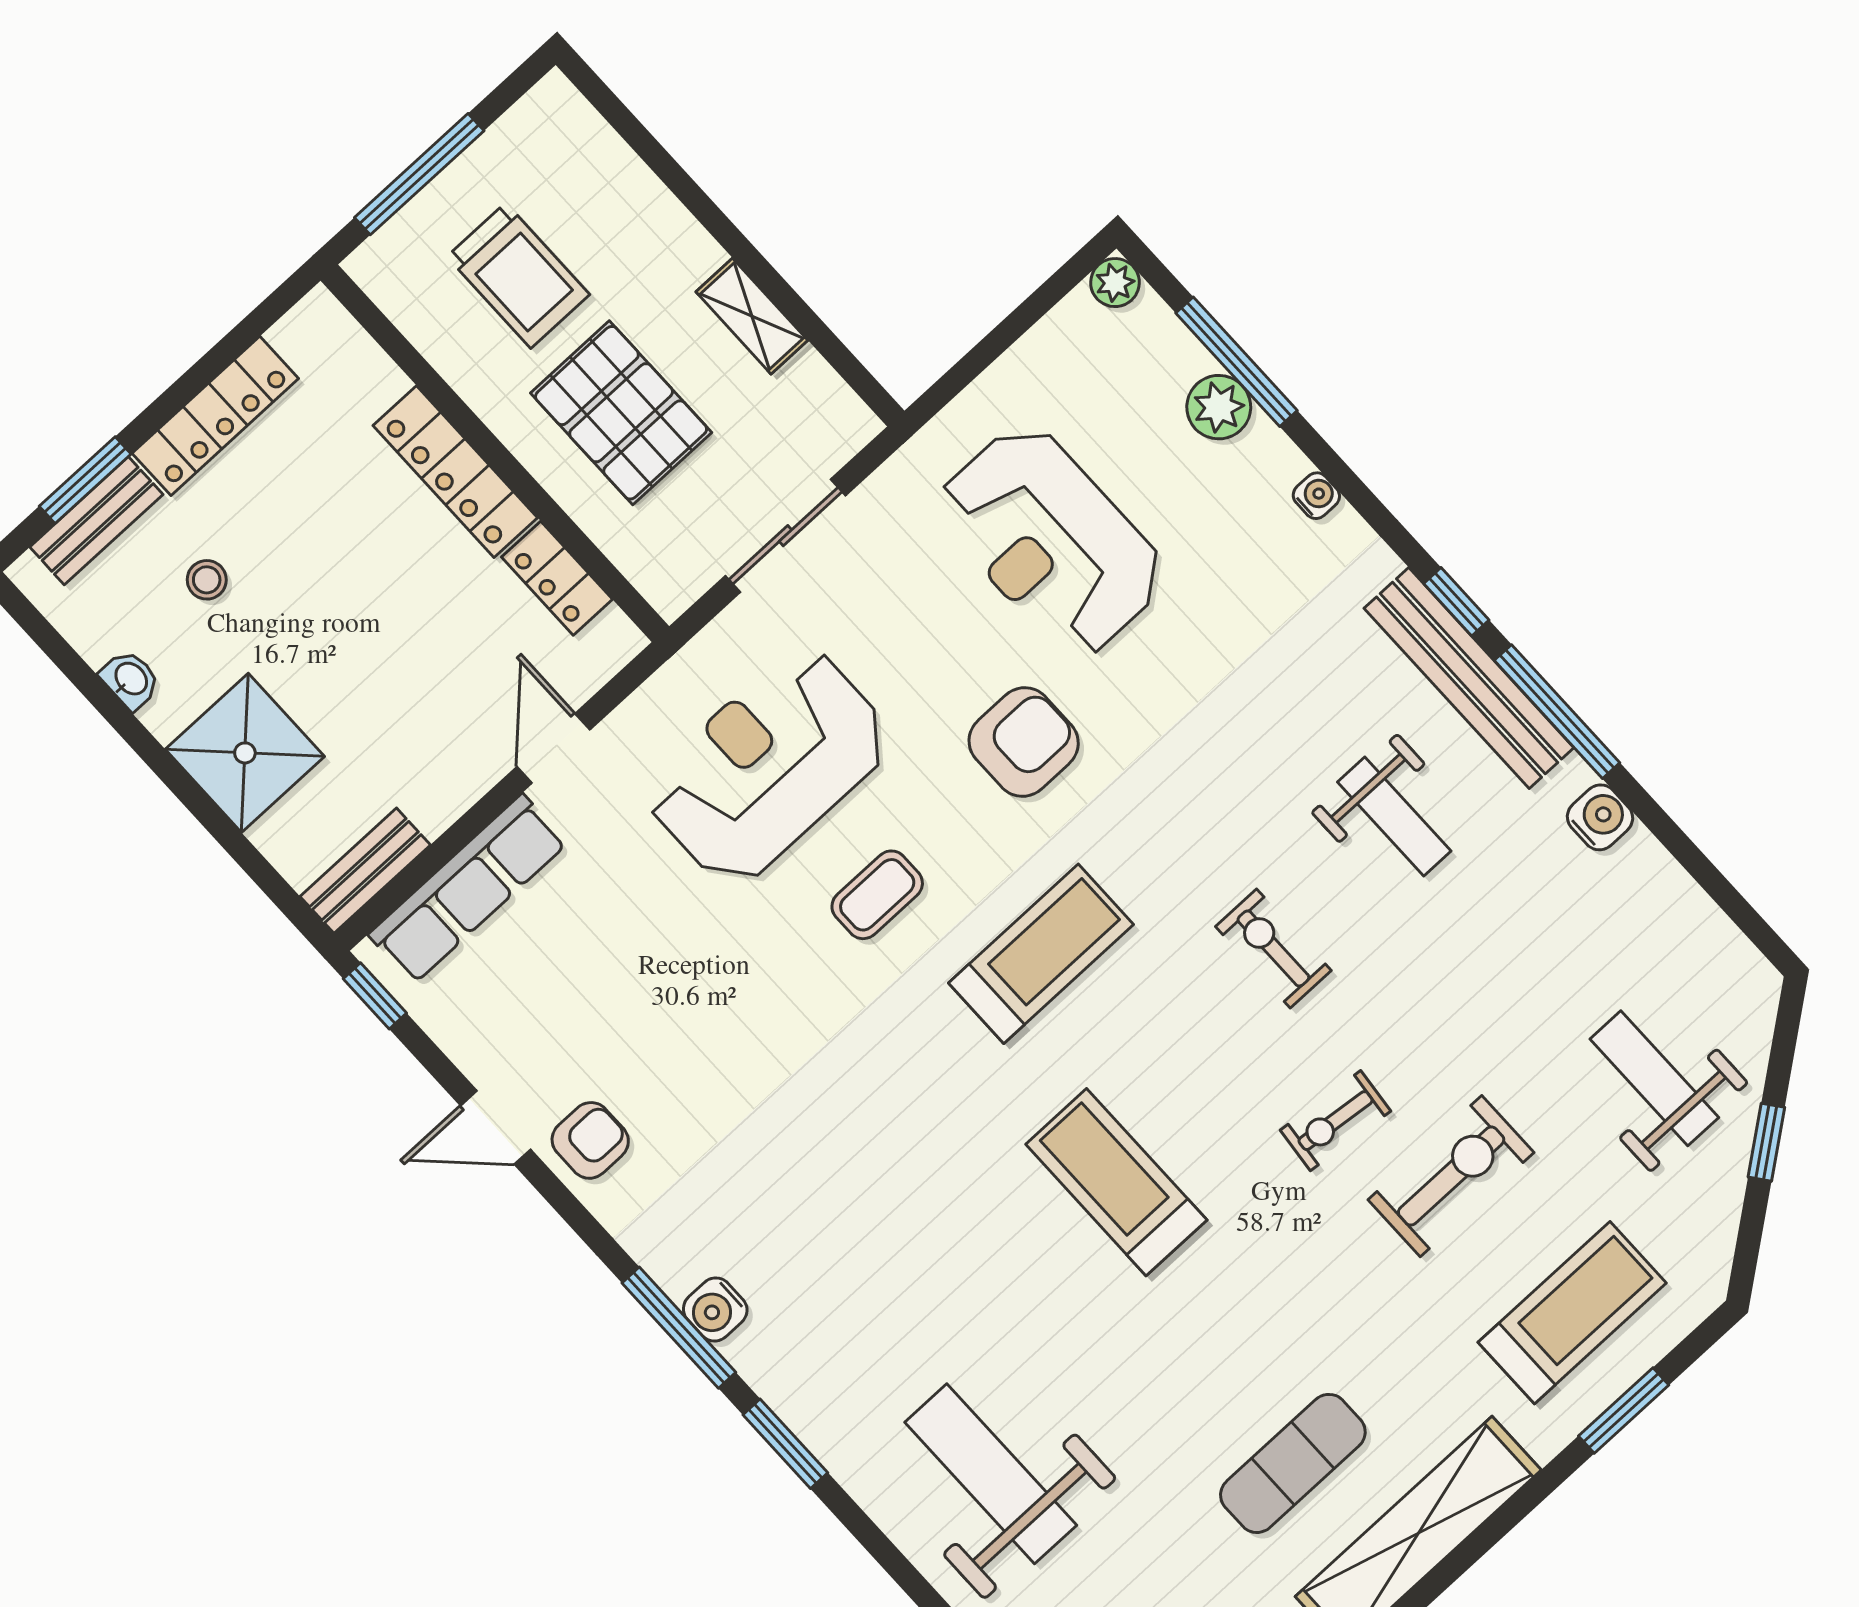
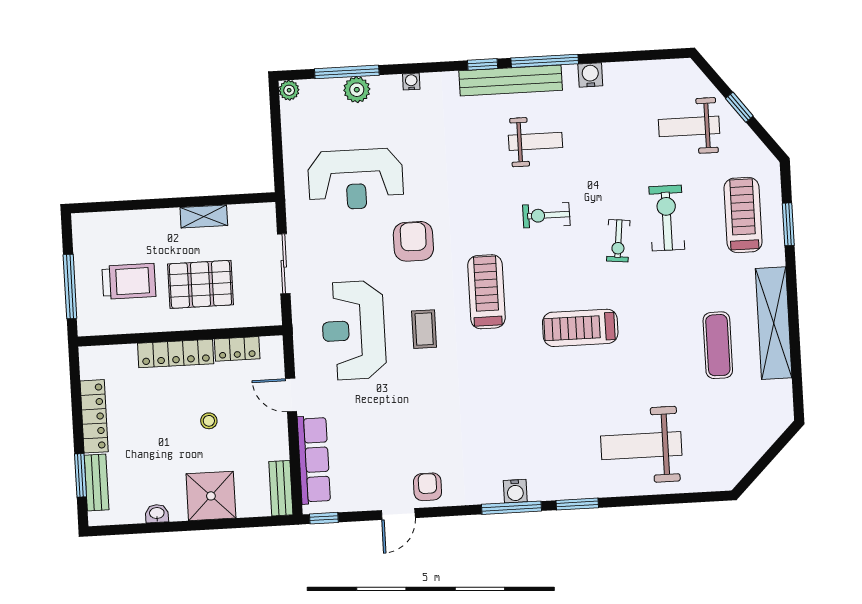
stool: (207, 580) -> (209, 421), moved

